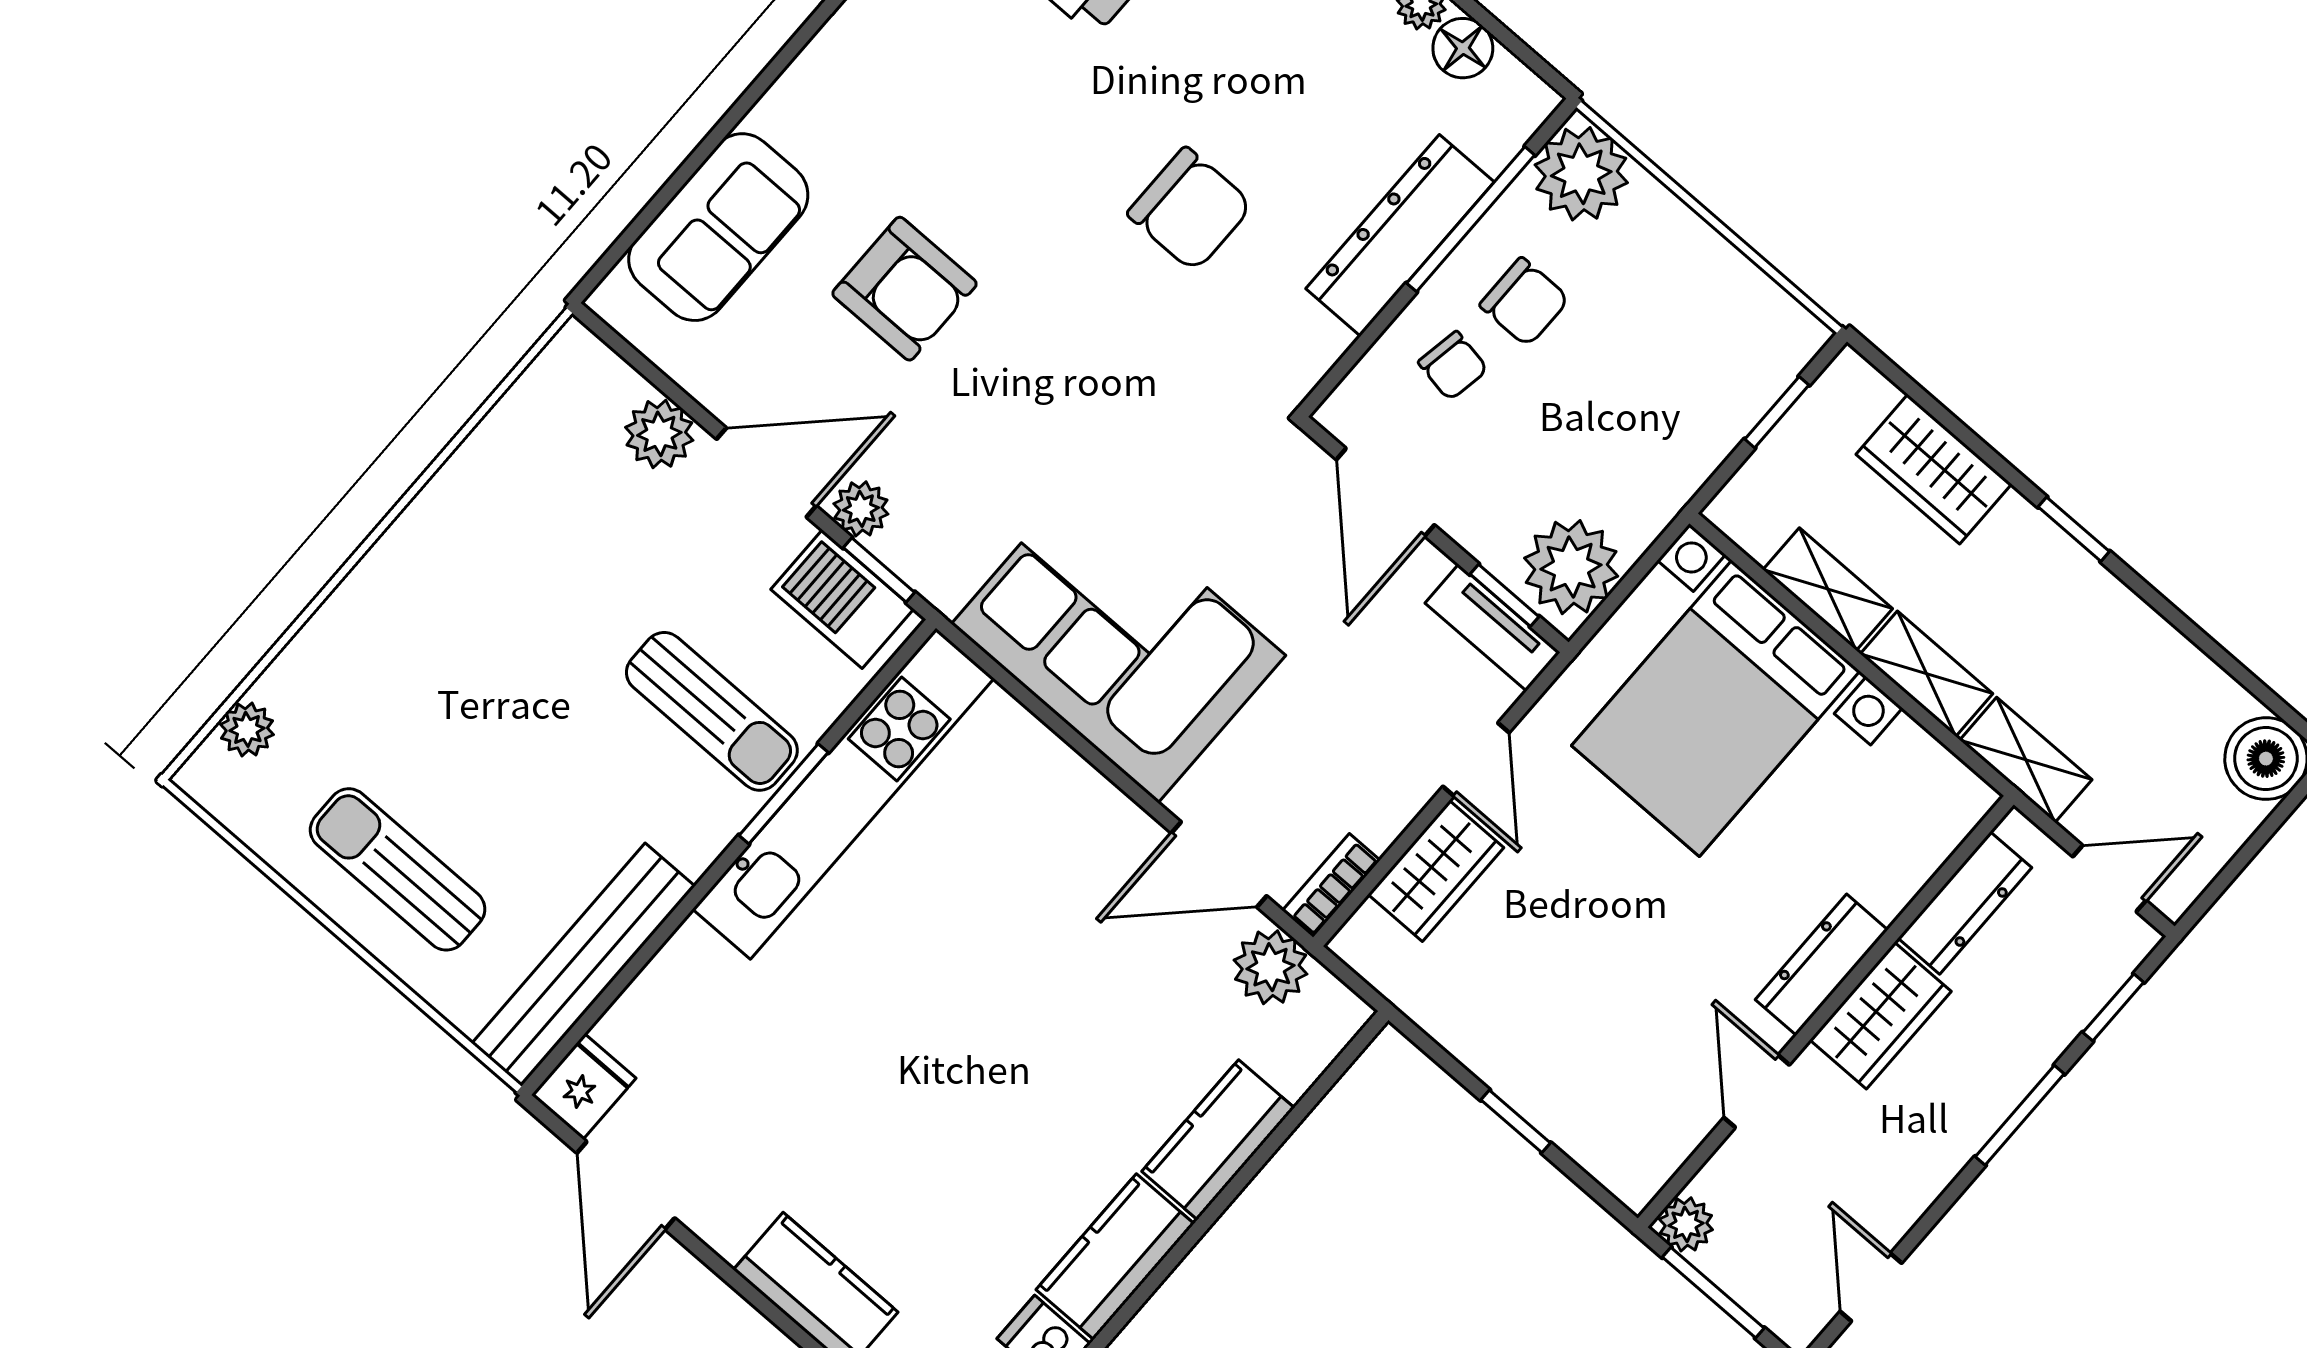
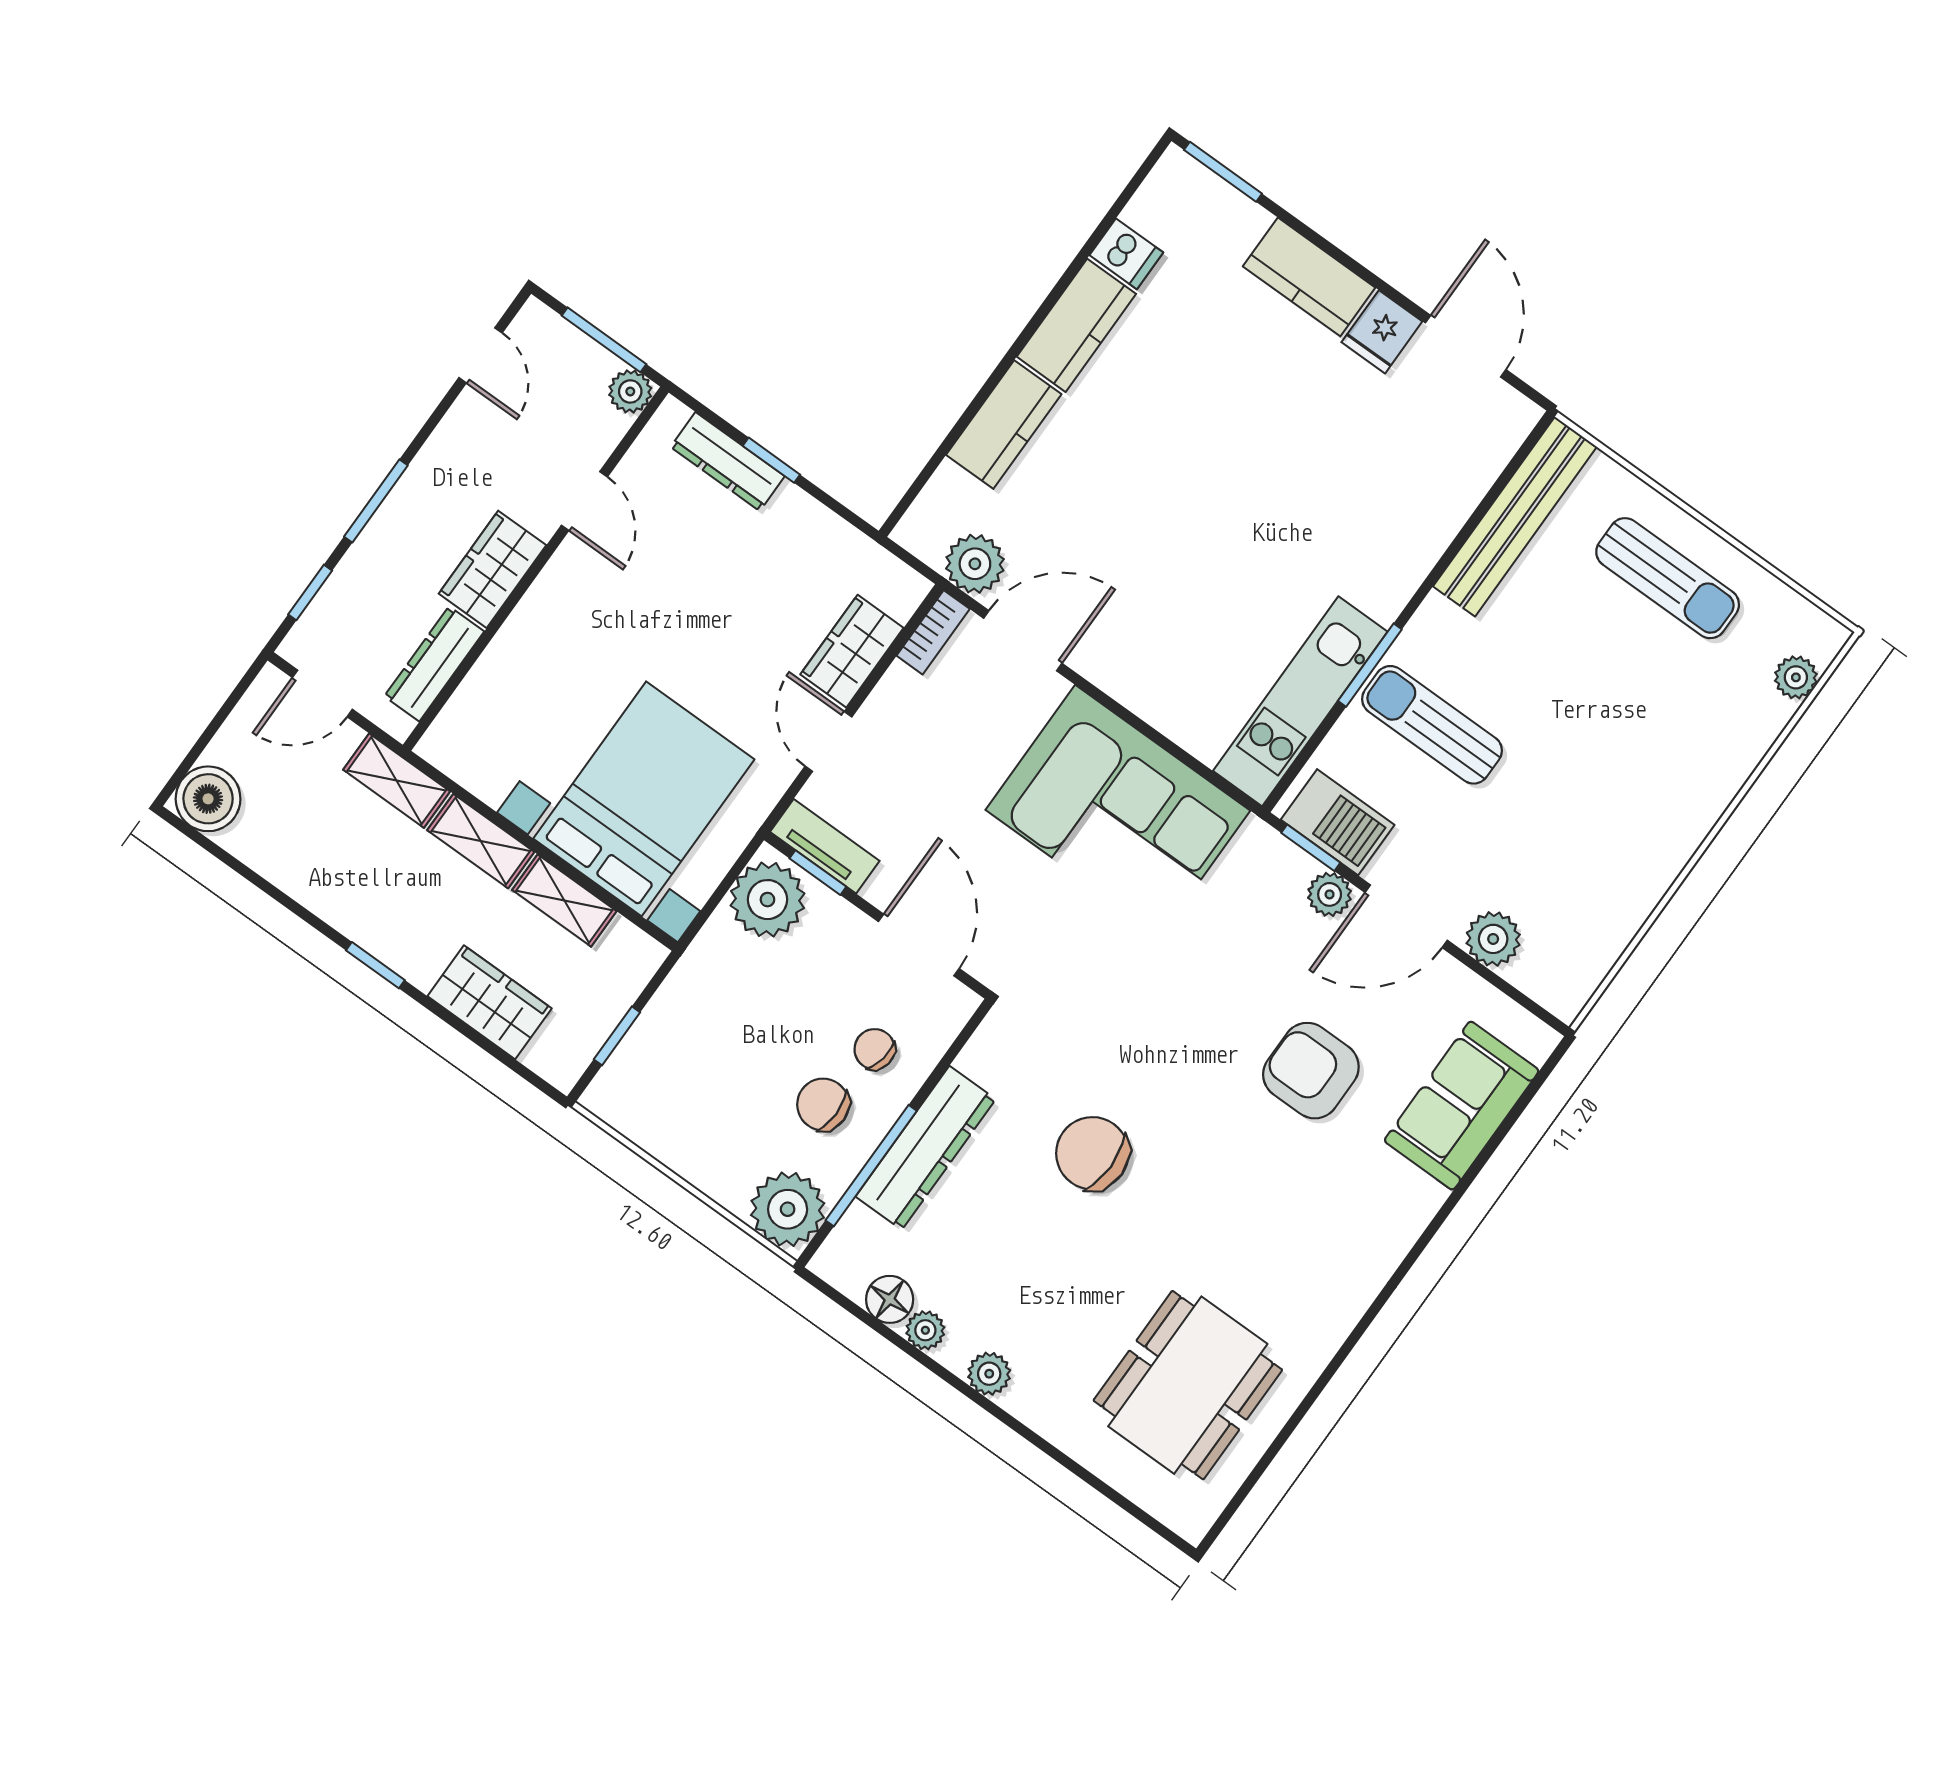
kitchen unit: (843, 794) -> (1300, 701), width x0.73
dresser: (1822, 965) -> (728, 462), moved, turned 90
fridge: (584, 1087) -> (1382, 332), moved

